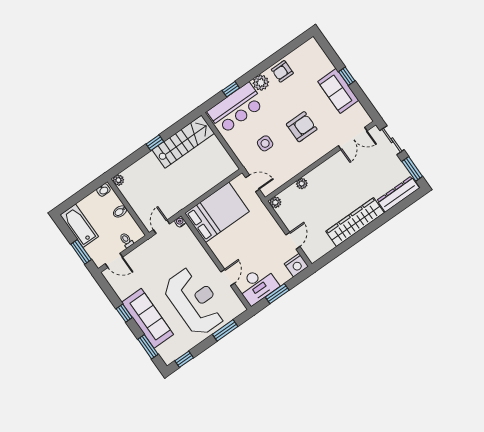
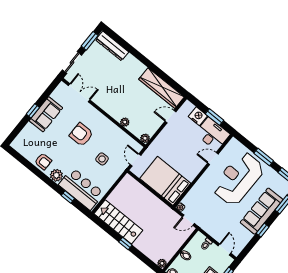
wardrobe: (355, 222) -> (162, 88), moved
nightstand: (296, 265) -> (198, 116), moved
window: (225, 330) -> (264, 157), moved

